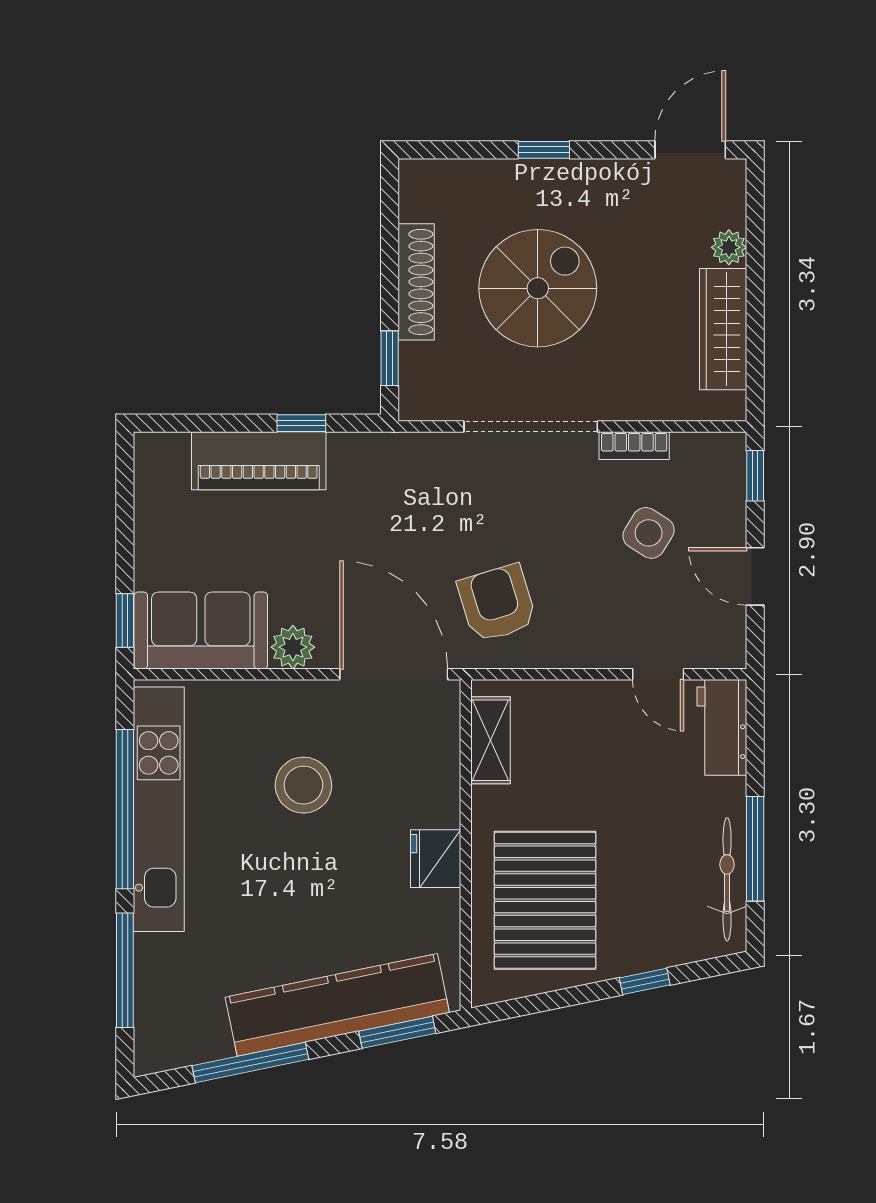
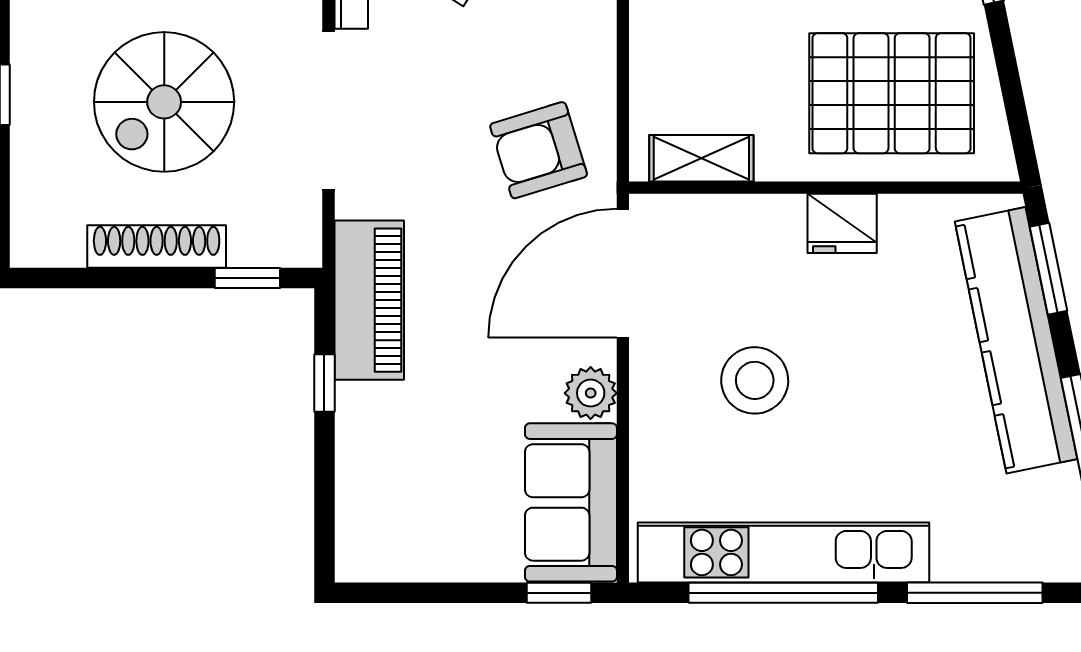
spiral stairs: (538, 288) -> (164, 102), turned -90
piano: (259, 461) -> (369, 300), moved

